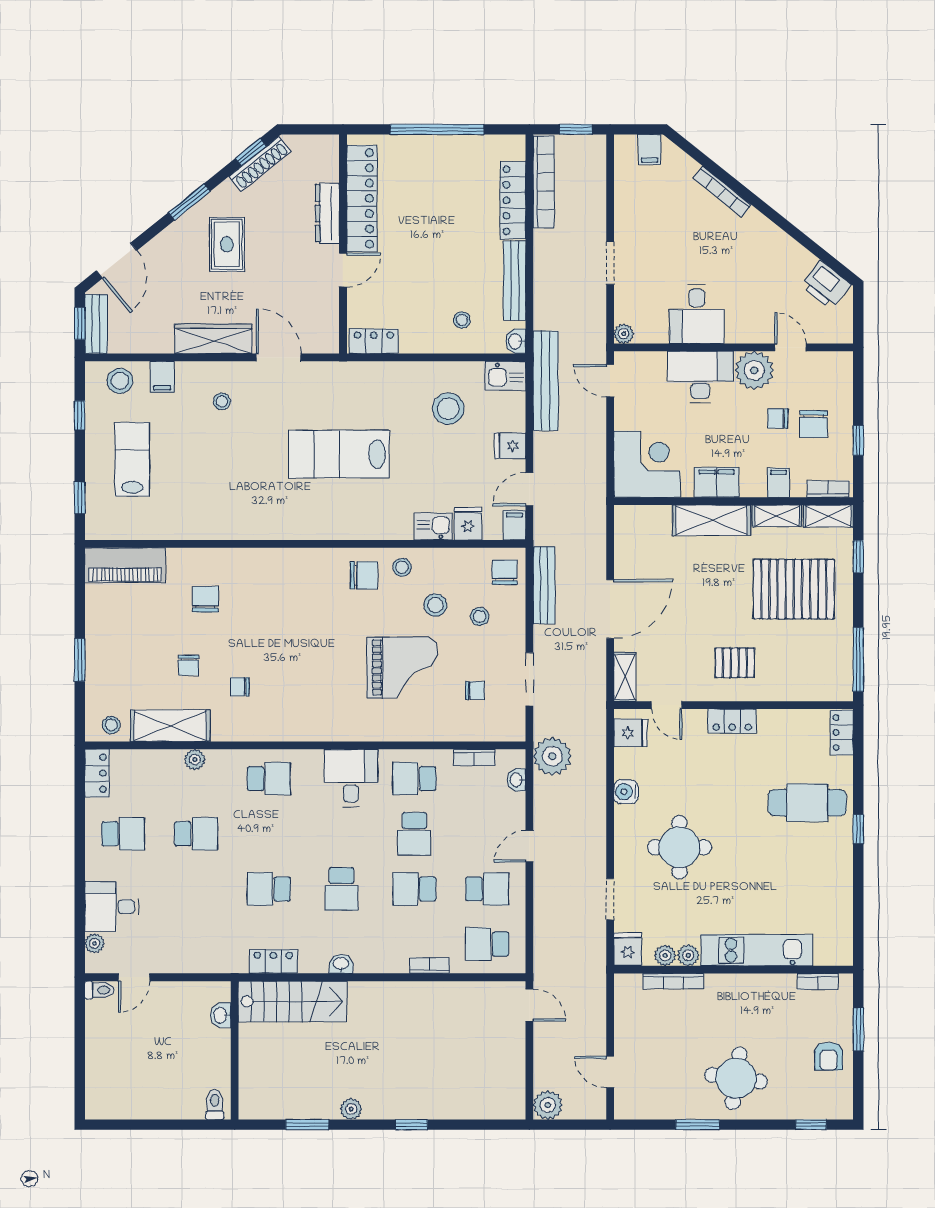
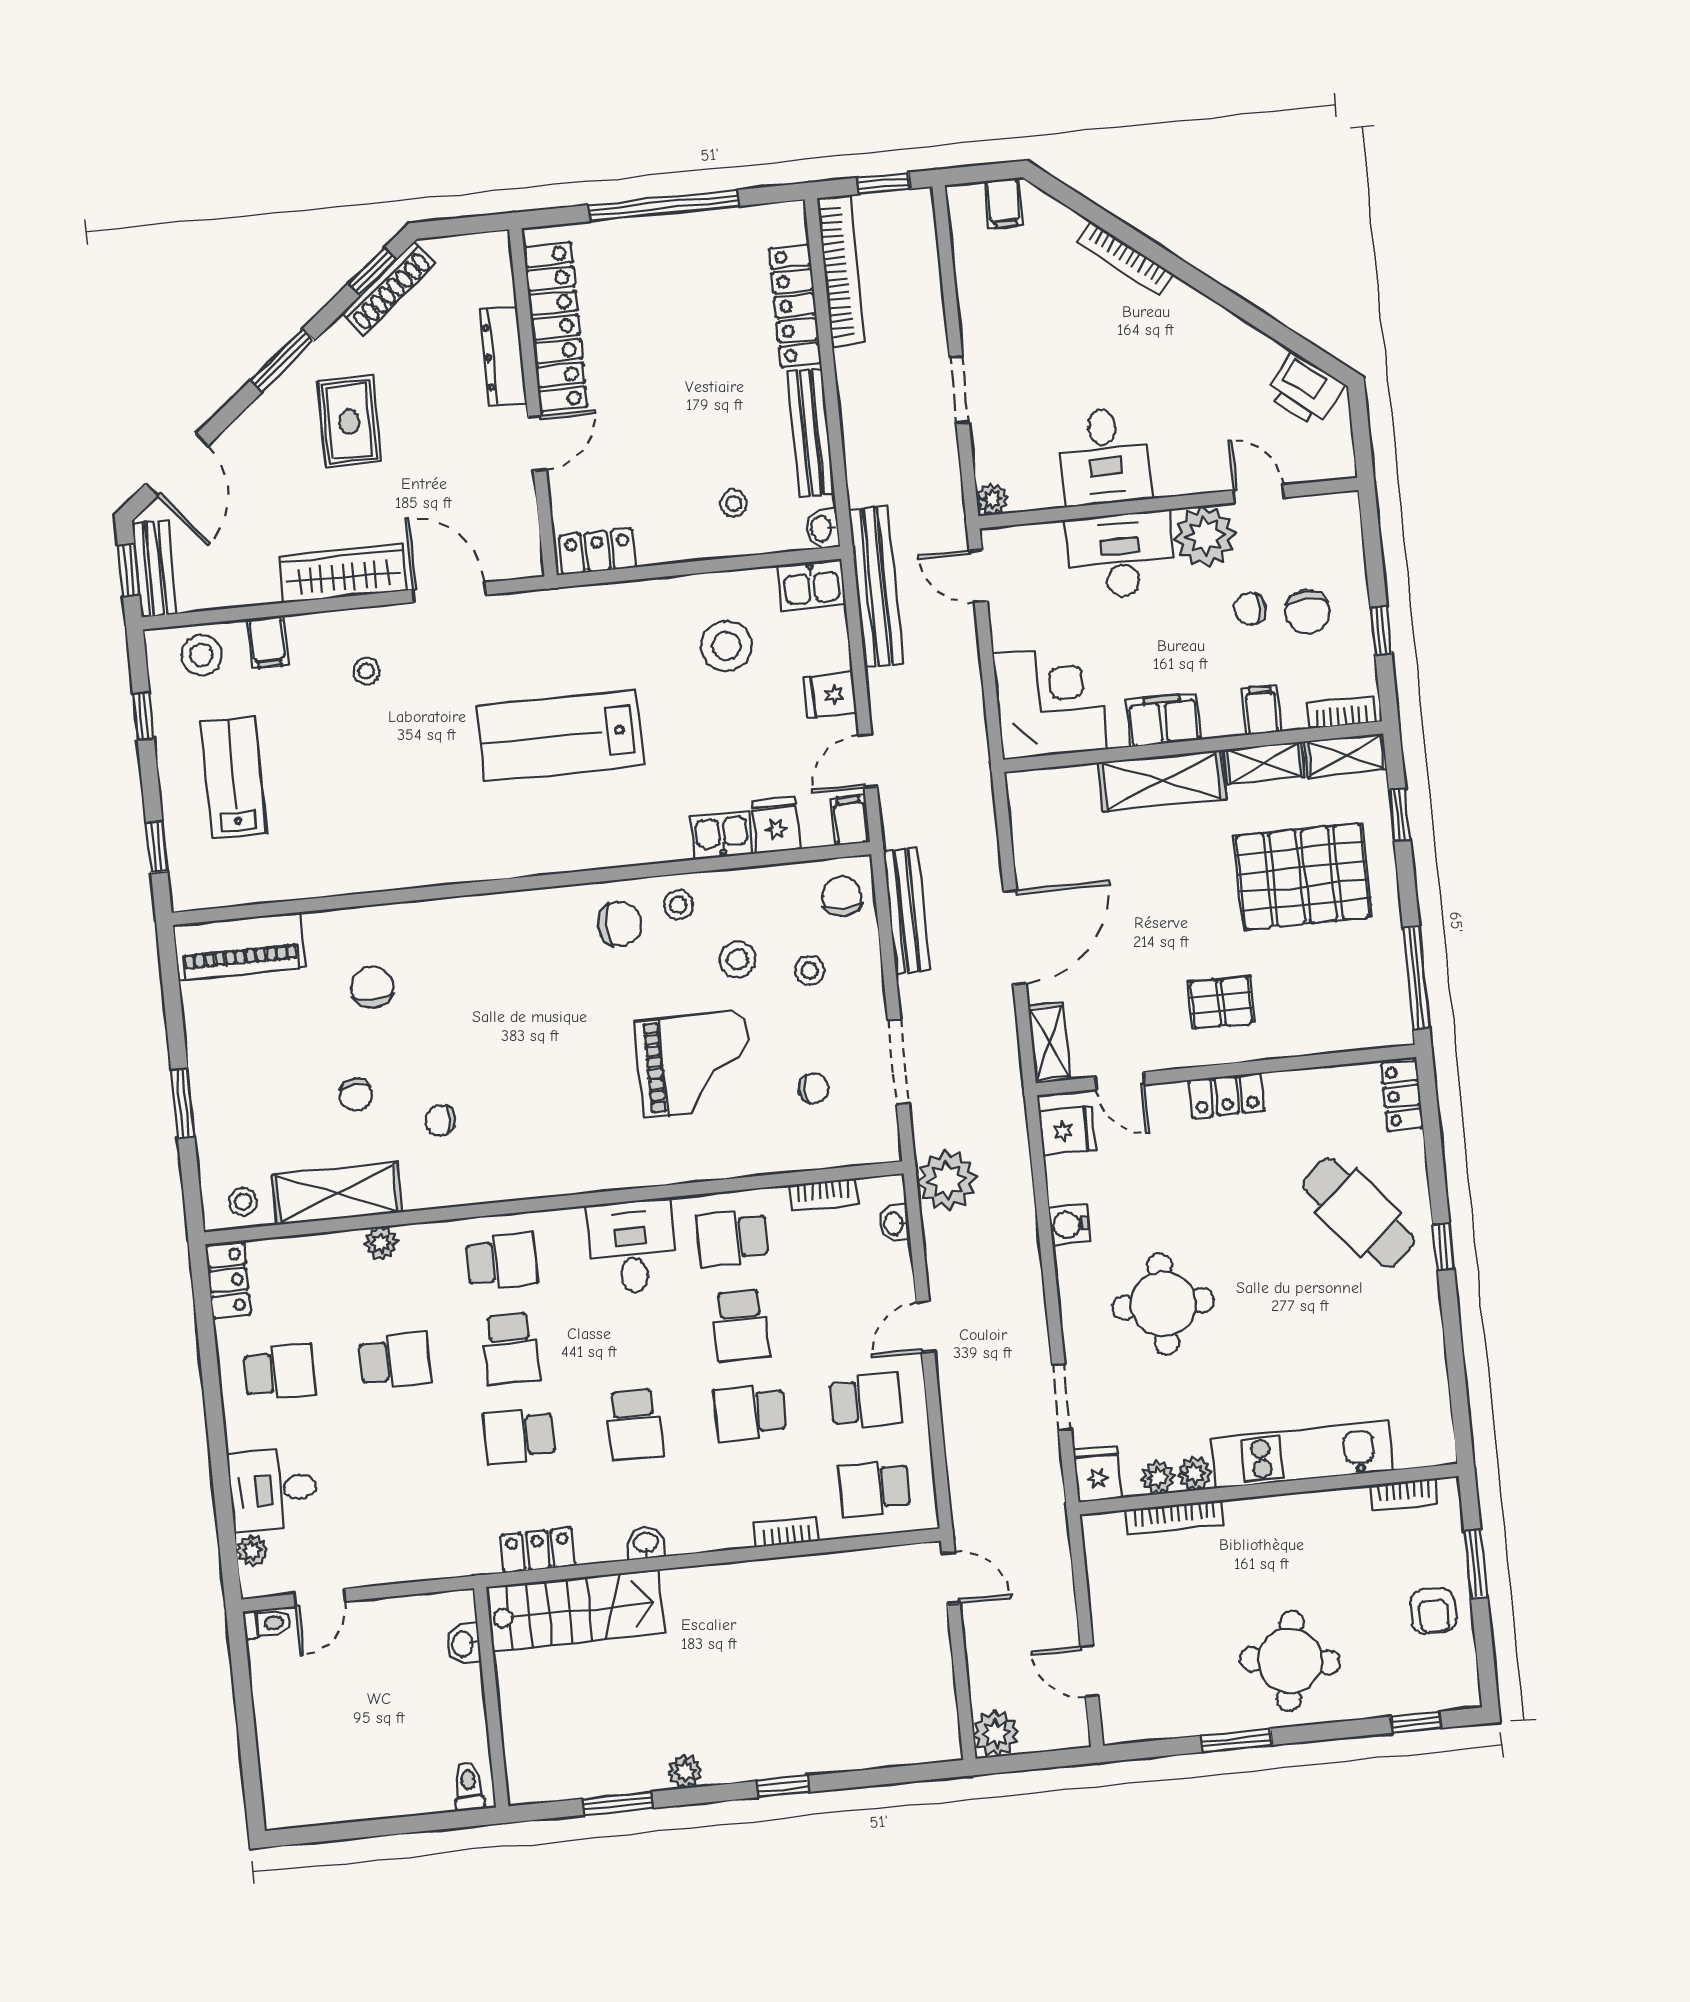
cafe table: (807, 803) -> (1359, 1213), turned 50
school desk: (269, 834) -> (510, 1349), added

